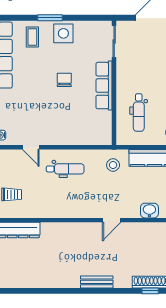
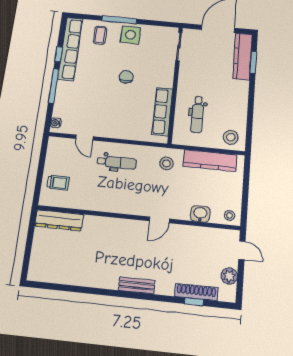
window: (50, 18) -> (119, 20), width x1.44
row of seats: (104, 86) -> (162, 111), moved

